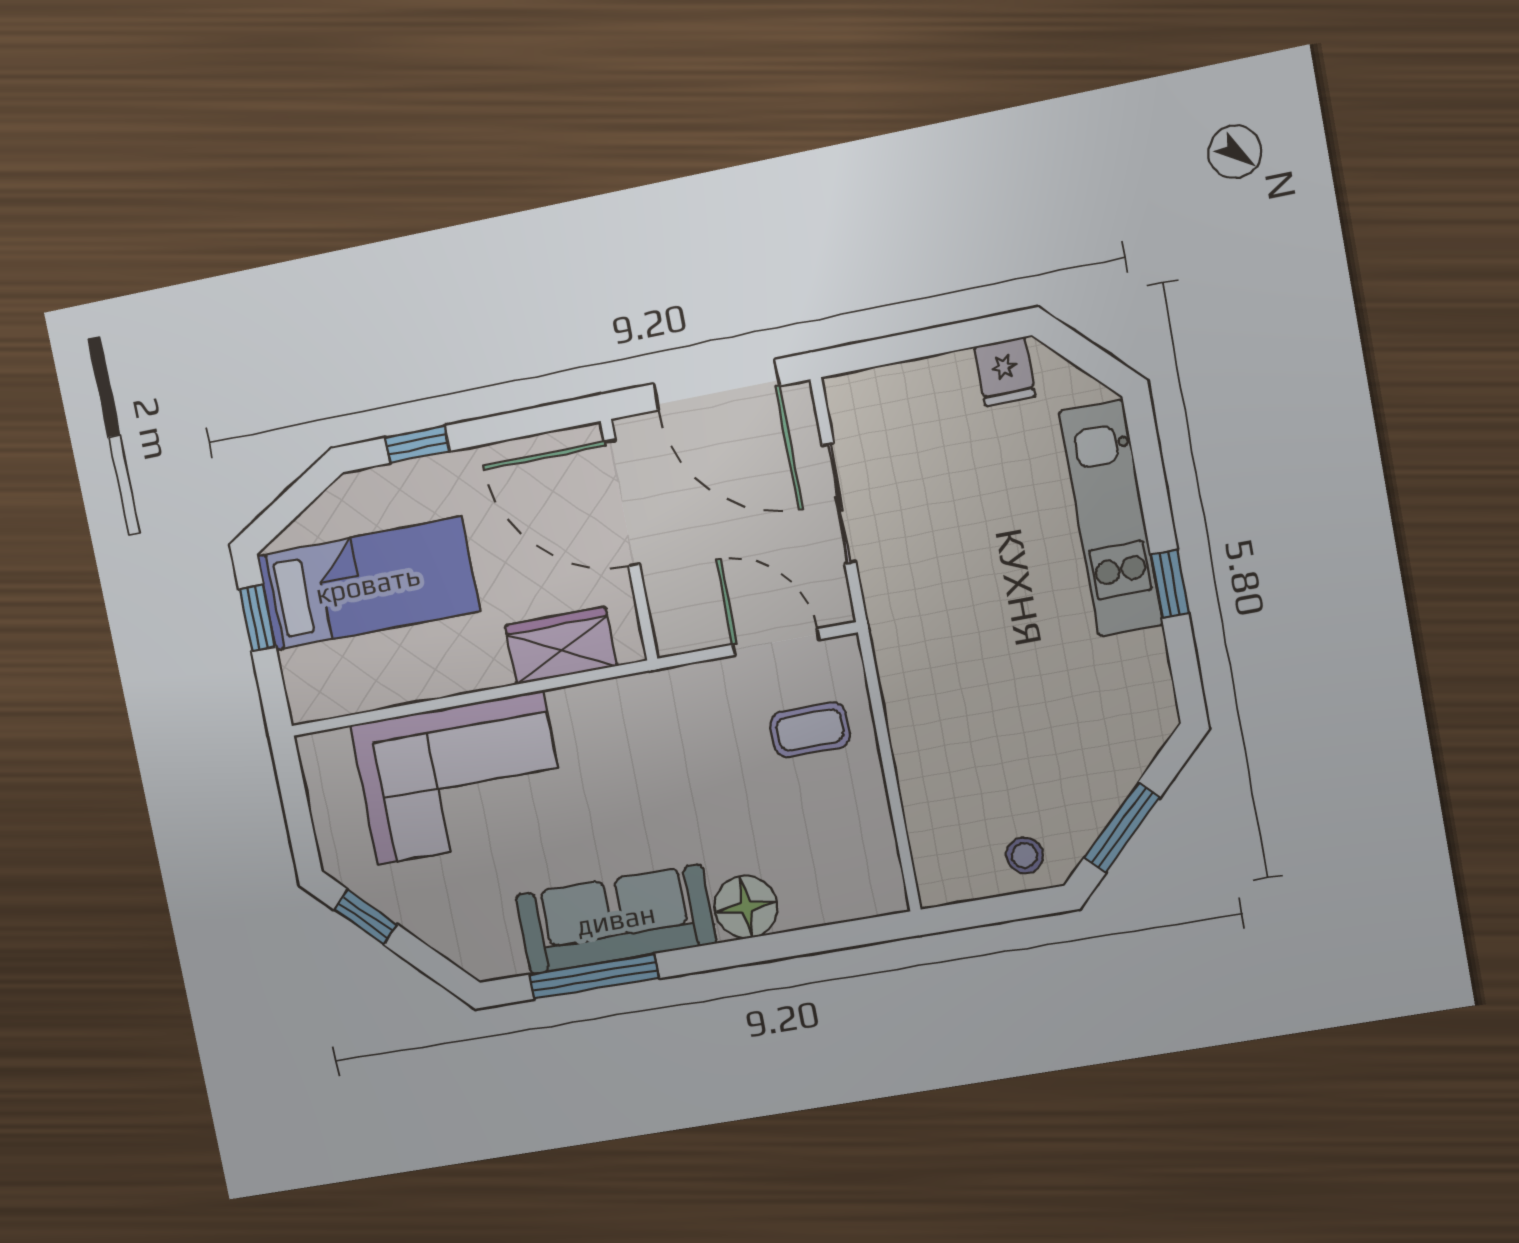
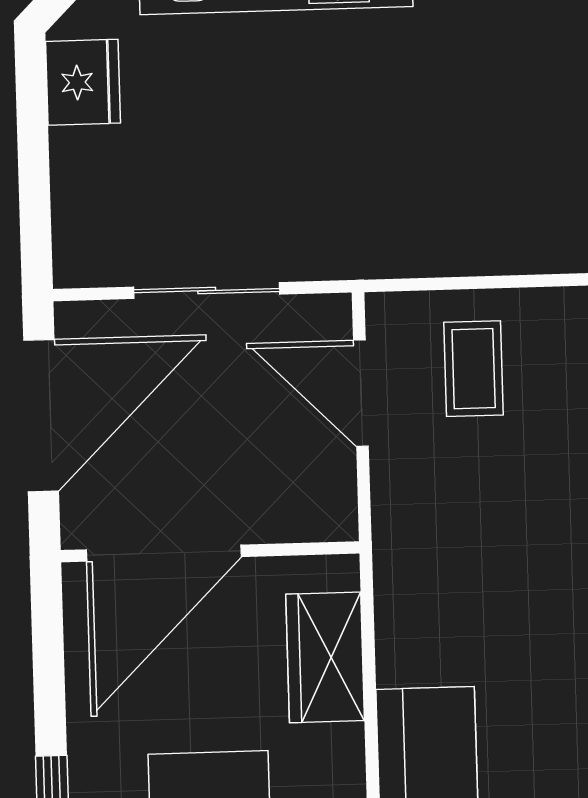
fridge: (1005, 372) -> (83, 82), width x1.38
door: (776, 642) -> (361, 393), hinge flipped

